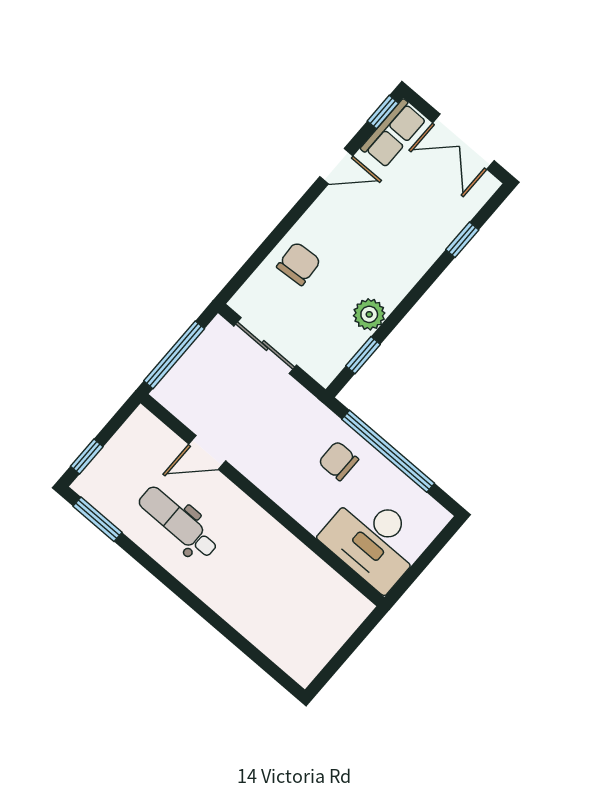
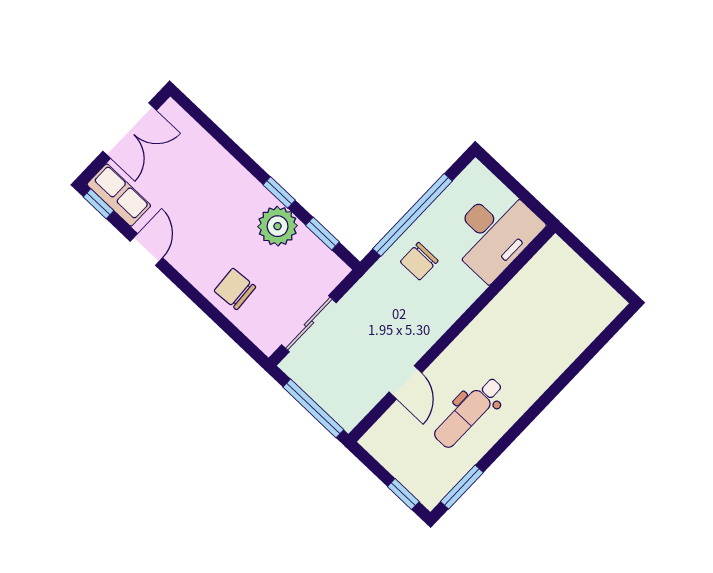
window: (462, 240) -> (279, 192), moved
plant: (369, 314) -> (278, 226), width x1.36, depth x1.36

